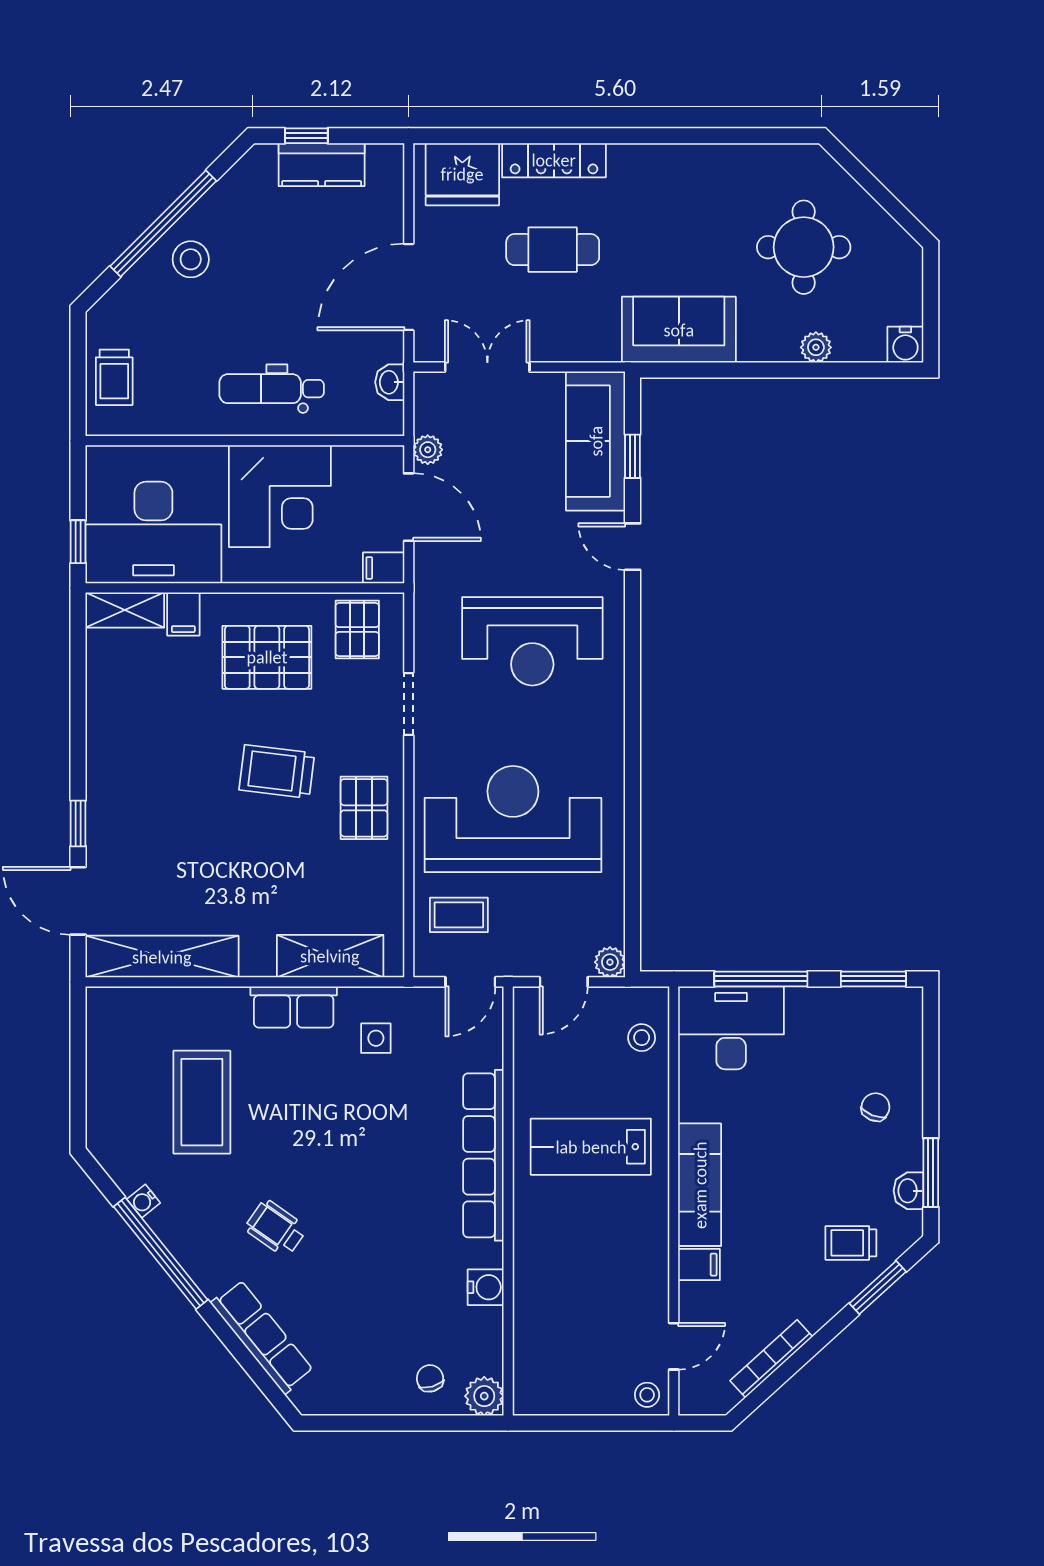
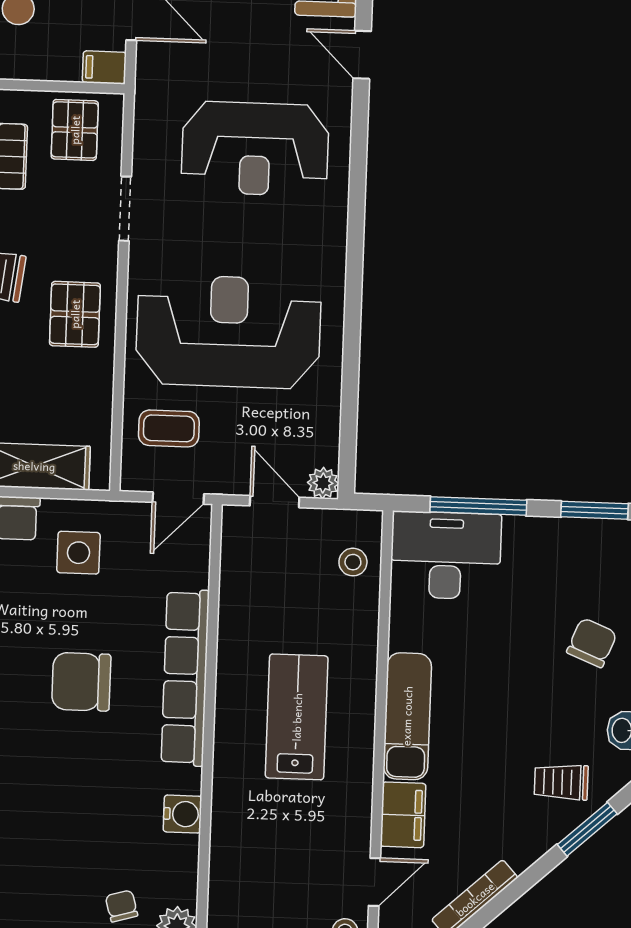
door: (564, 982) -> (275, 502), swing flipped
side table: (376, 1038) -> (78, 553), width x1.37, depth x1.37
chair: (875, 1107) -> (592, 643), width x1.37, depth x1.37
lab bench: (591, 1147) -> (297, 717), moved, turned 90
chair: (383, 1163) -> (81, 682), added
filing cabinet: (699, 1265) -> (403, 815), width x2.00

